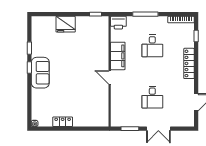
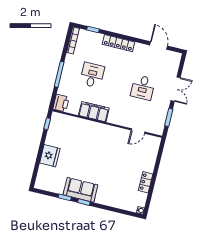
desk: (152, 46) -> (92, 75), turned -90
sofa: (40, 73) -> (80, 190), moved
door: (110, 77) -> (138, 131), moved
desk: (152, 97) -> (143, 88), turned 90

